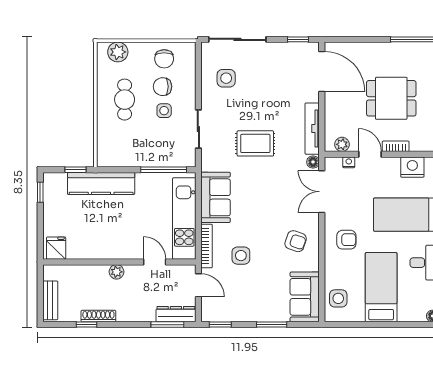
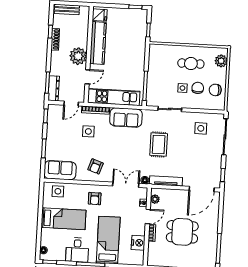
dining table: (391, 98) -> (182, 232), turned 90
kitchen counter: (101, 184) -> (98, 43), moved, turned 180
plant: (117, 272) -> (78, 56), width x1.88, depth x1.88

